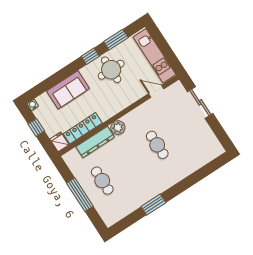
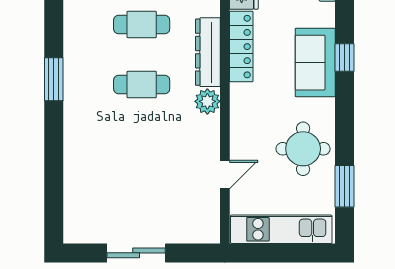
window: (90, 56) -> (345, 58), moved
door: (156, 91) -> (225, 175), moved
sliding door: (200, 102) -> (136, 253), moved
cafe table: (157, 145) -> (142, 85), moved

